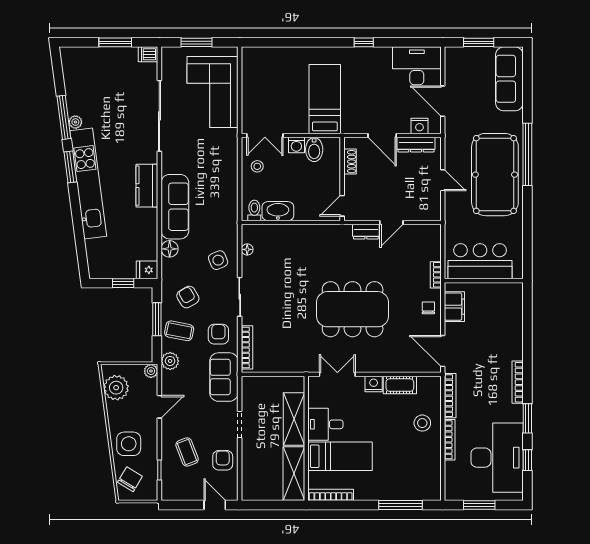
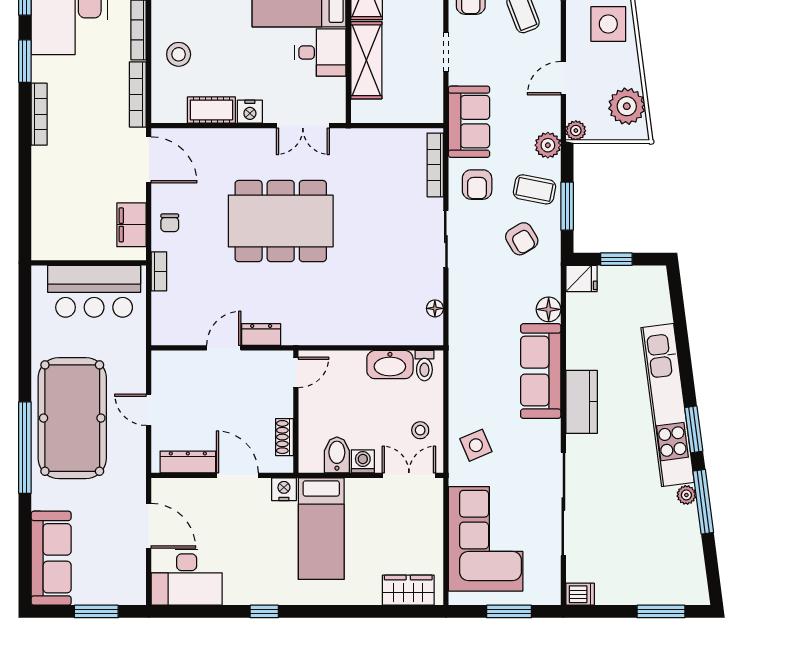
window: (115, 42) -> (661, 611), moved
wardrobe: (265, 57) -> (408, 590), added
nightstand: (419, 126) -> (284, 489), moved
side table: (218, 260) -> (476, 445), moved

